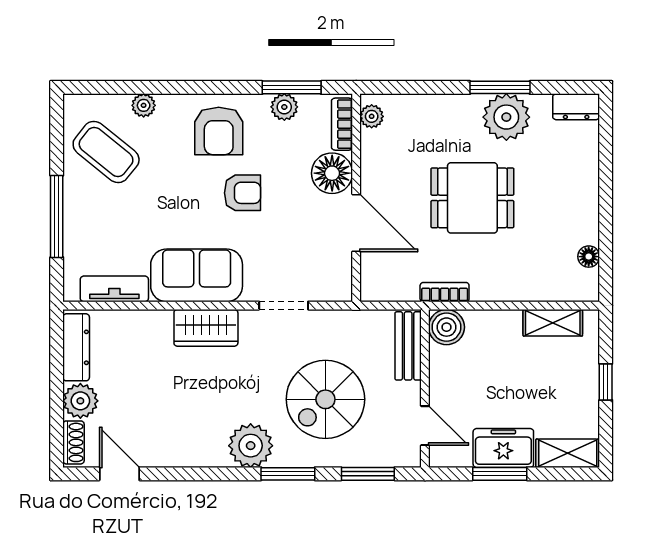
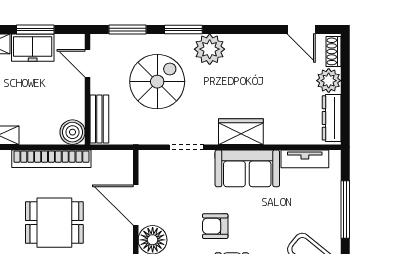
bookcase: (445, 292) -> (51, 159), width x2.31, depth x1.31

